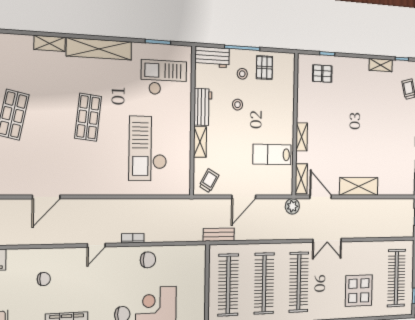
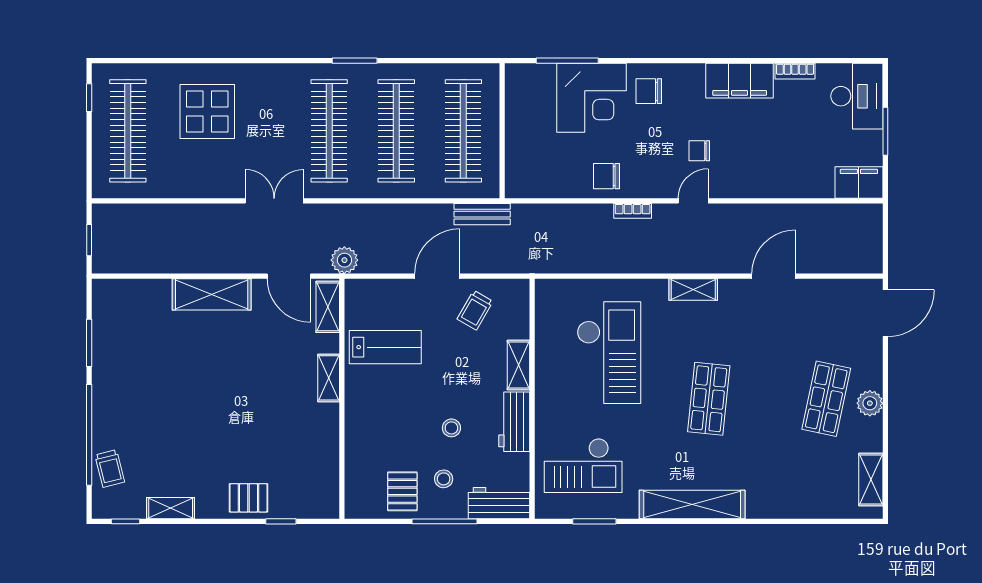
shelving: (50, 43) -> (693, 289), moved
pallet: (322, 74) -> (249, 498), moved
trolley: (209, 181) -> (475, 310), moved
chair: (44, 279) -> (699, 151), moved

